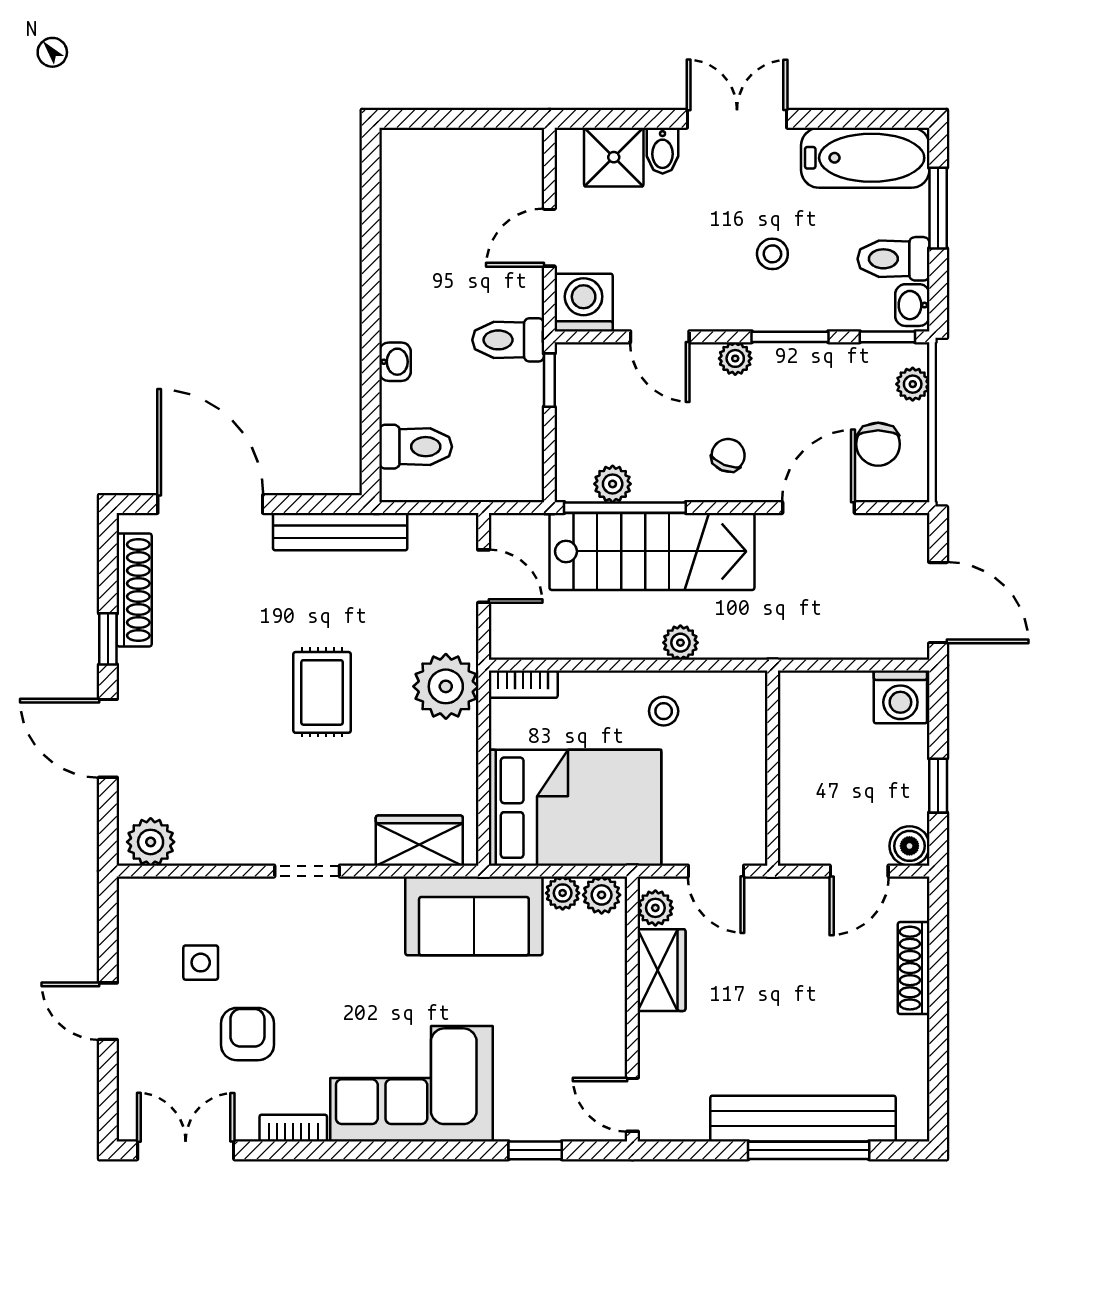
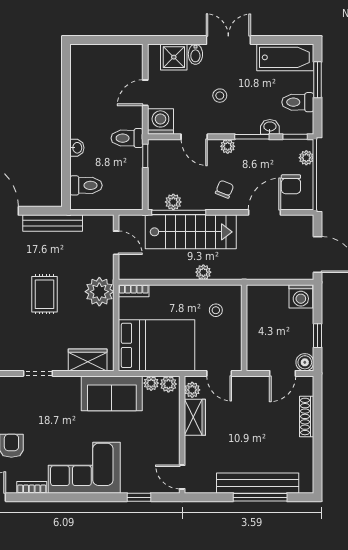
stool: (772, 254) -> (220, 96), moved
washbasin: (912, 305) -> (270, 127), moved, turned 90
stool: (664, 711) -> (216, 310), moved

